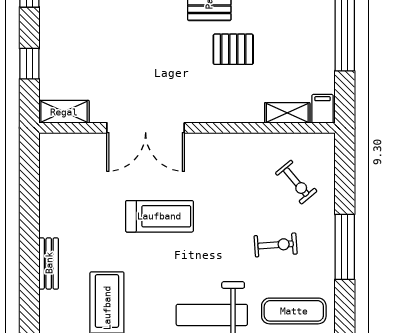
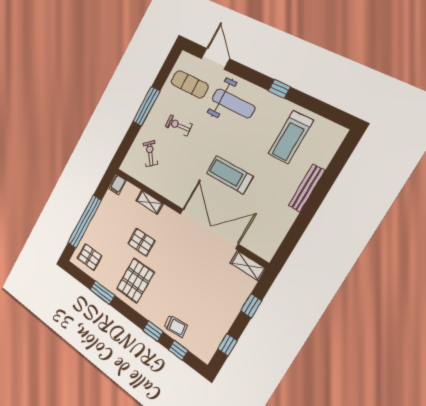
shelving: (287, 113) -> (149, 202), moved
double door: (146, 128) -> (209, 229), width x1.36
bench: (49, 263) -> (307, 188), width x1.36

